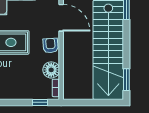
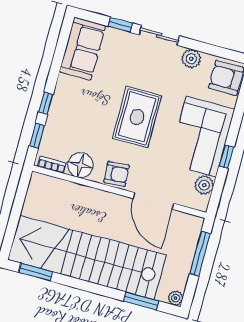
door: (61, 18) -> (153, 201), hinge flipped
window: (18, 102) -> (46, 103), added

